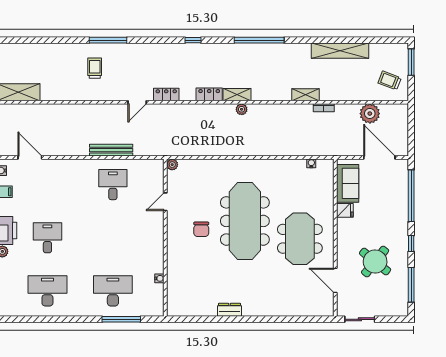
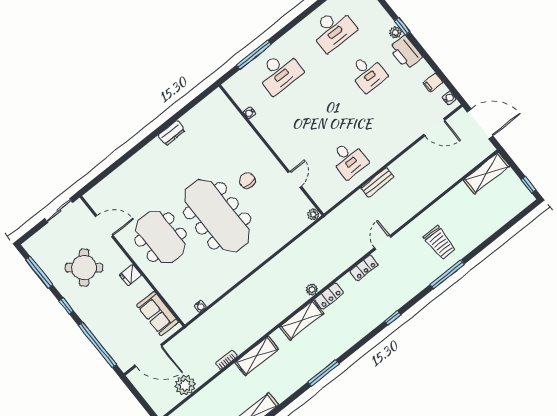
window: (193, 40) -> (393, 318), moved
window: (259, 40) -> (323, 373), width x0.68
trolley: (95, 68) -> (440, 243), width x1.36, depth x1.39
shelving: (237, 95) -> (302, 320), width x1.50, depth x1.33
shelving: (306, 95) -> (257, 356), width x1.50, depth x1.33
plant: (242, 109) -> (312, 290), moved
bench: (111, 150) -> (377, 183), width x0.73
fridge: (345, 210) -> (130, 275), moved

